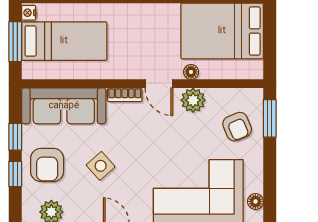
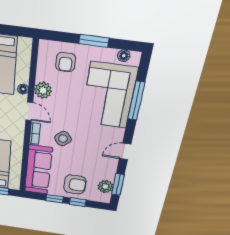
door: (159, 84) -> (29, 111), hinge flipped
window: (270, 118) -> (94, 41), moved
armchair: (237, 127) -> (66, 62), turned 113
side table: (101, 166) -> (63, 139), moved

